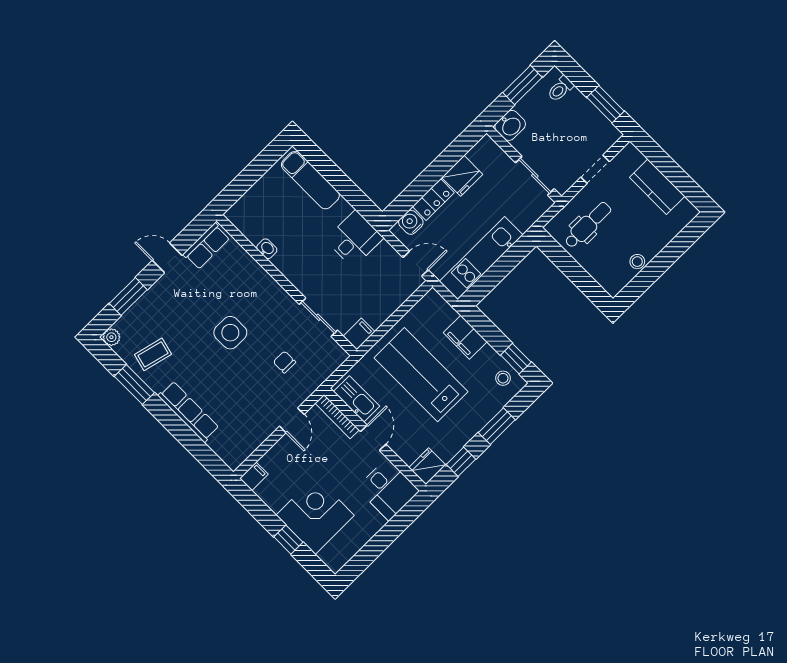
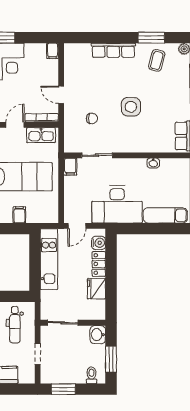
desk: (354, 239) -> (117, 204), width x1.87, depth x1.30
filing cabinet: (465, 337) -> (19, 215), width x0.50
door: (373, 438) -> (15, 125), swing flipped

